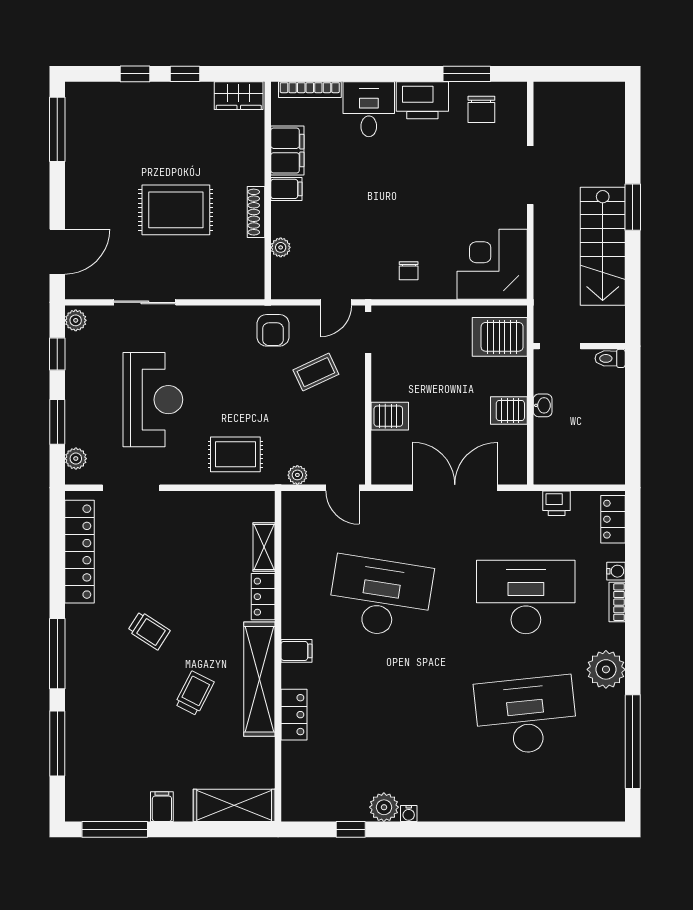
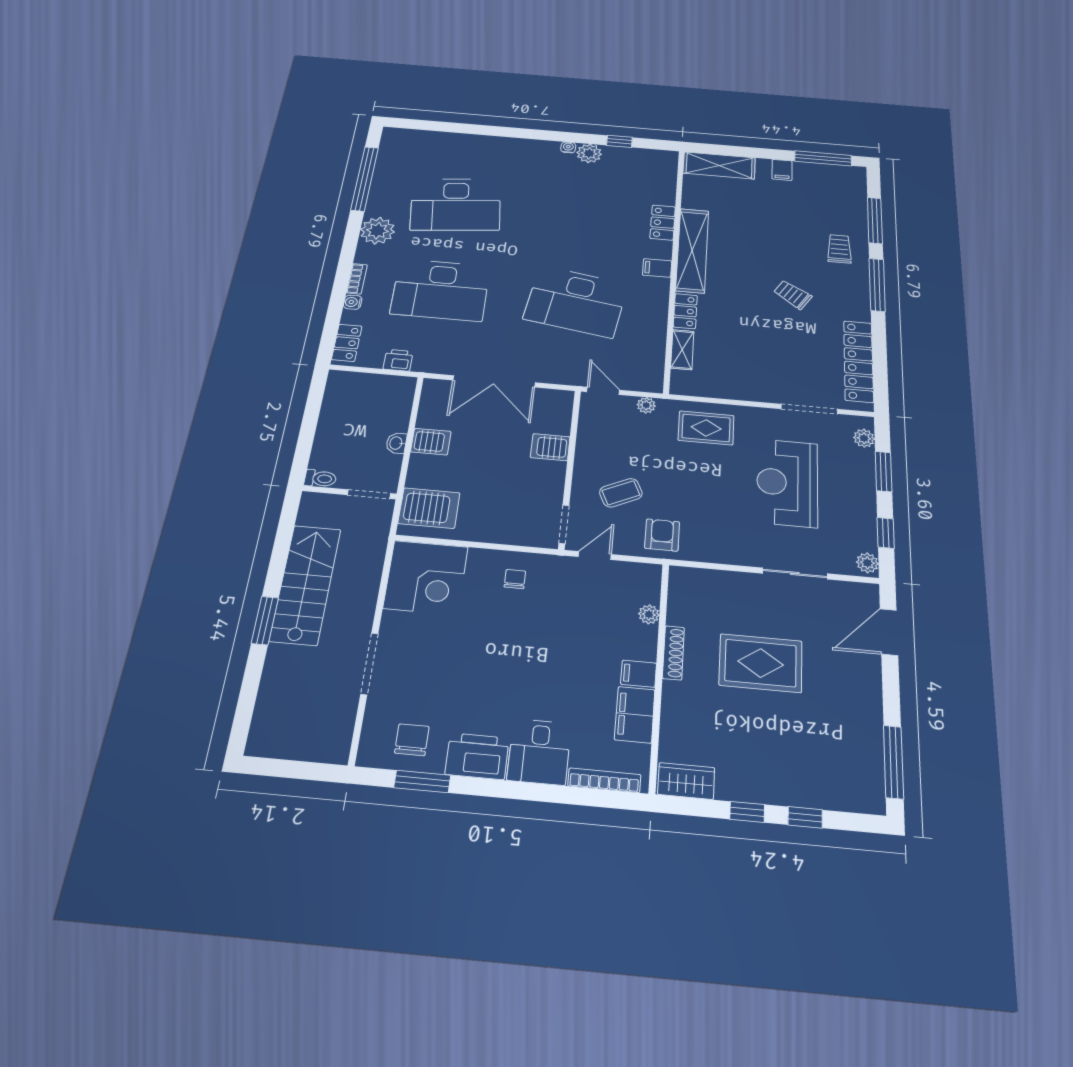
trolley: (194, 693) -> (839, 249), moved, turned 153

